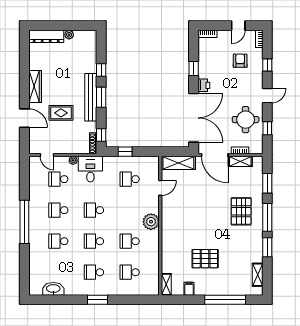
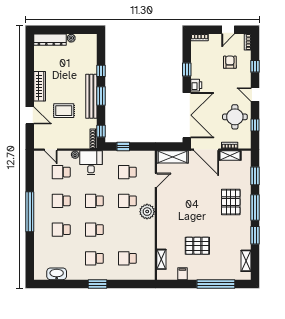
door: (267, 96) -> (255, 95), swing flipped
school desk: (130, 241) -> (127, 201), moved
shelving: (166, 284) -> (161, 259), moved

